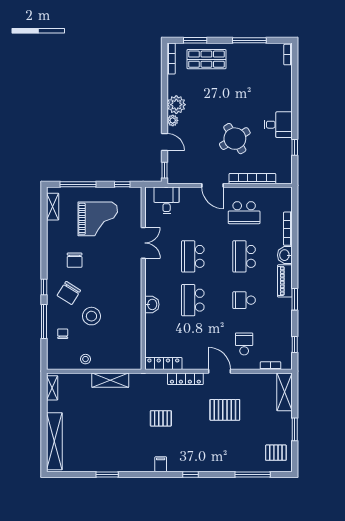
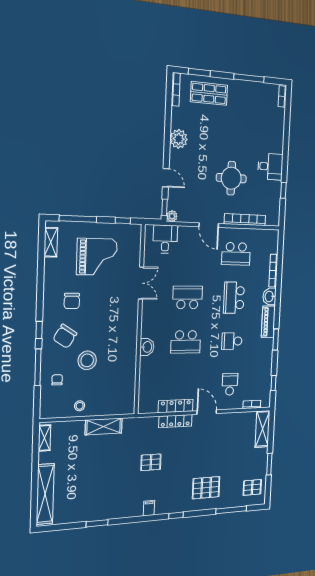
plant: (173, 120) -> (172, 216), moved
round table: (235, 139) -> (231, 178), turned 31
school desk: (193, 256) -> (188, 297), turned 90
school desk: (193, 300) -> (186, 342), turned -90
locker: (163, 364) -> (176, 406), moved
pallet: (225, 410) -> (206, 488), moved

